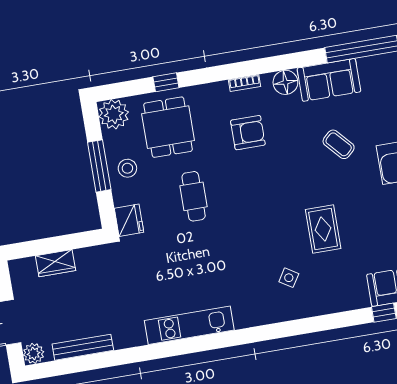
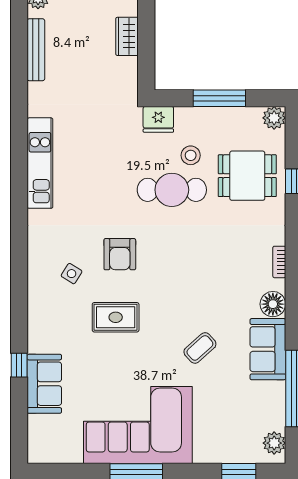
plant: (114, 114) -> (274, 118), width x0.73, depth x0.73
armchair: (248, 133) -> (120, 254), moved
stool: (127, 168) -> (191, 155), moved
cafe table: (194, 196) -> (172, 190), width x1.37, depth x1.35

